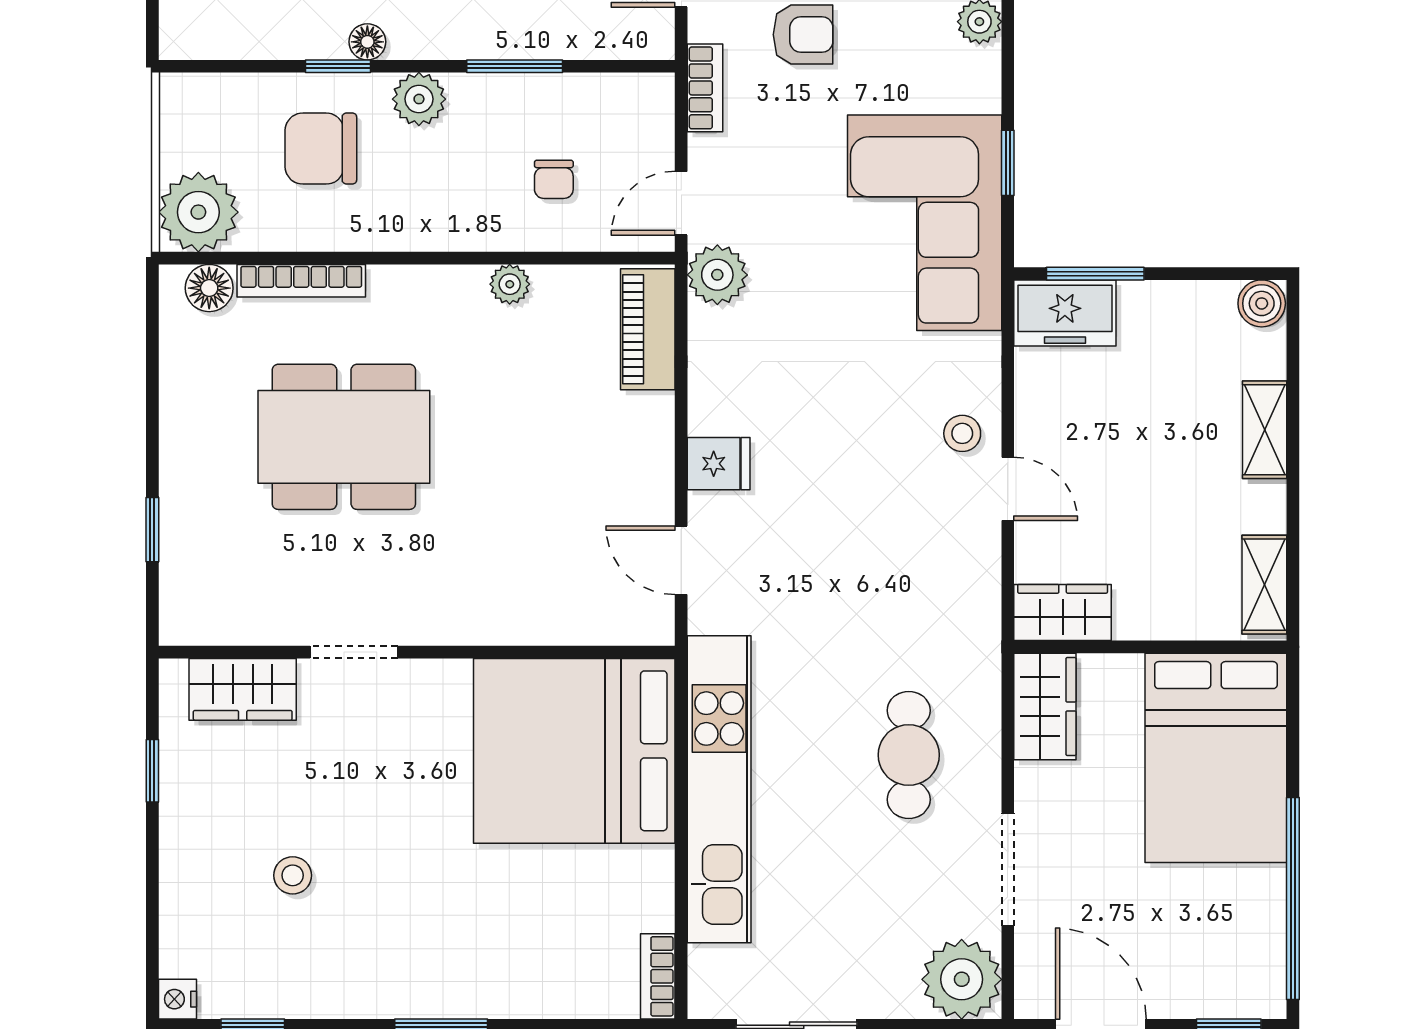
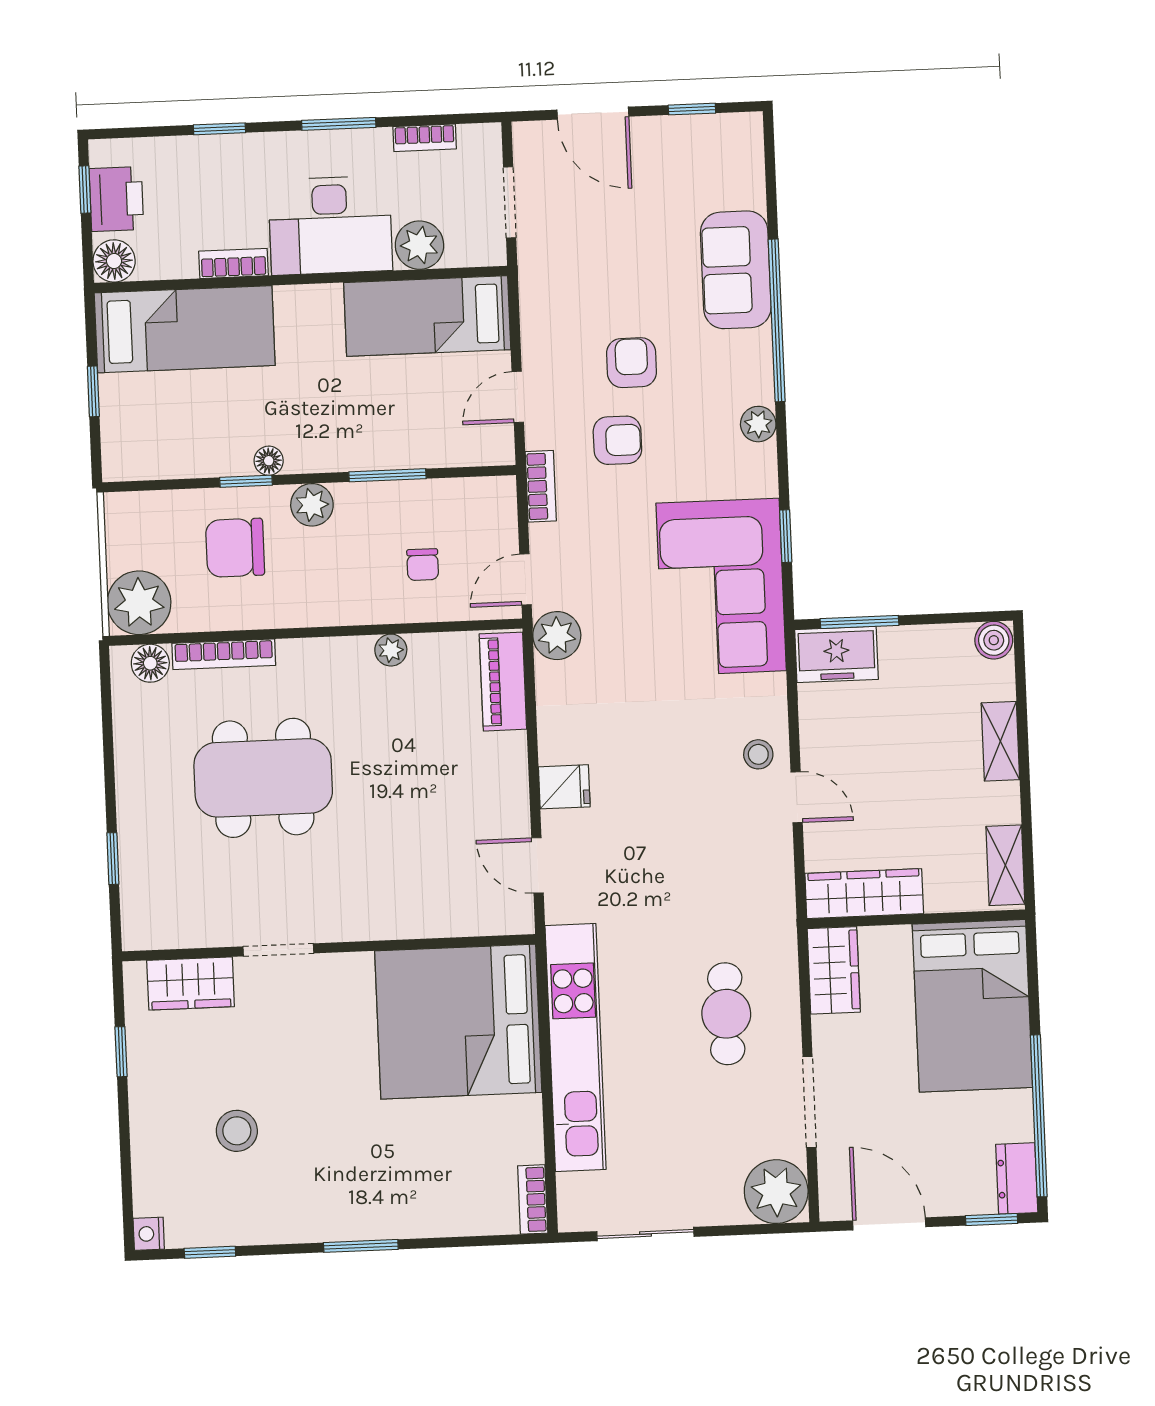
wardrobe: (1063, 612) -> (864, 894), width x1.50
stool: (293, 875) -> (237, 1131), width x1.37, depth x1.37
dresser: (1262, 975) -> (1017, 1178), added

